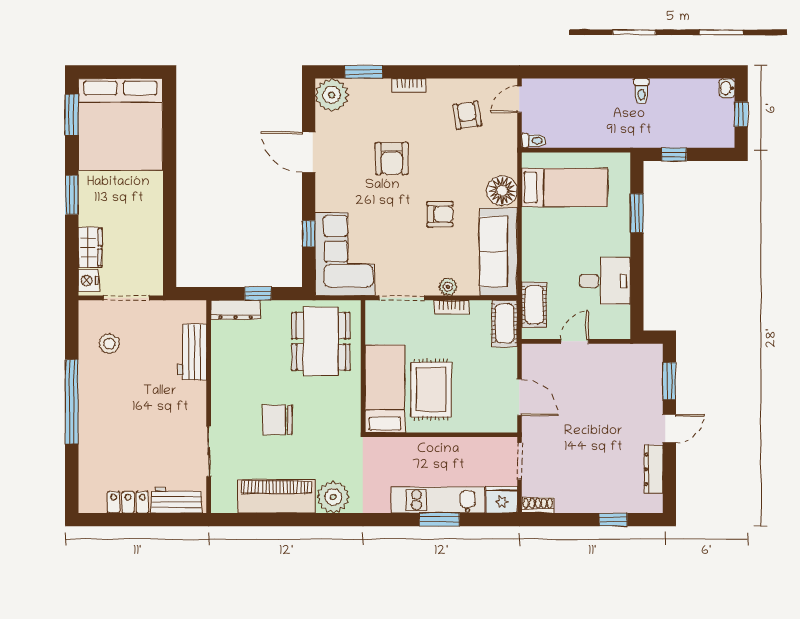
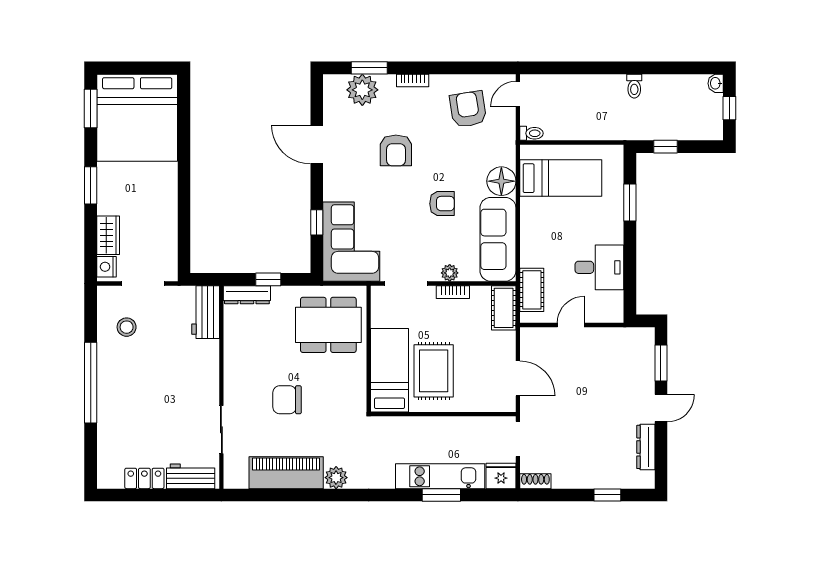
plant: (332, 95) -> (362, 90), moved
armchair: (467, 115) -> (468, 109), width x1.38, depth x1.38
dining table: (321, 341) -> (328, 325), turned 90
workbench: (192, 352) -> (206, 312), moved
plant: (333, 497) -> (336, 478), width x0.73, depth x0.73

